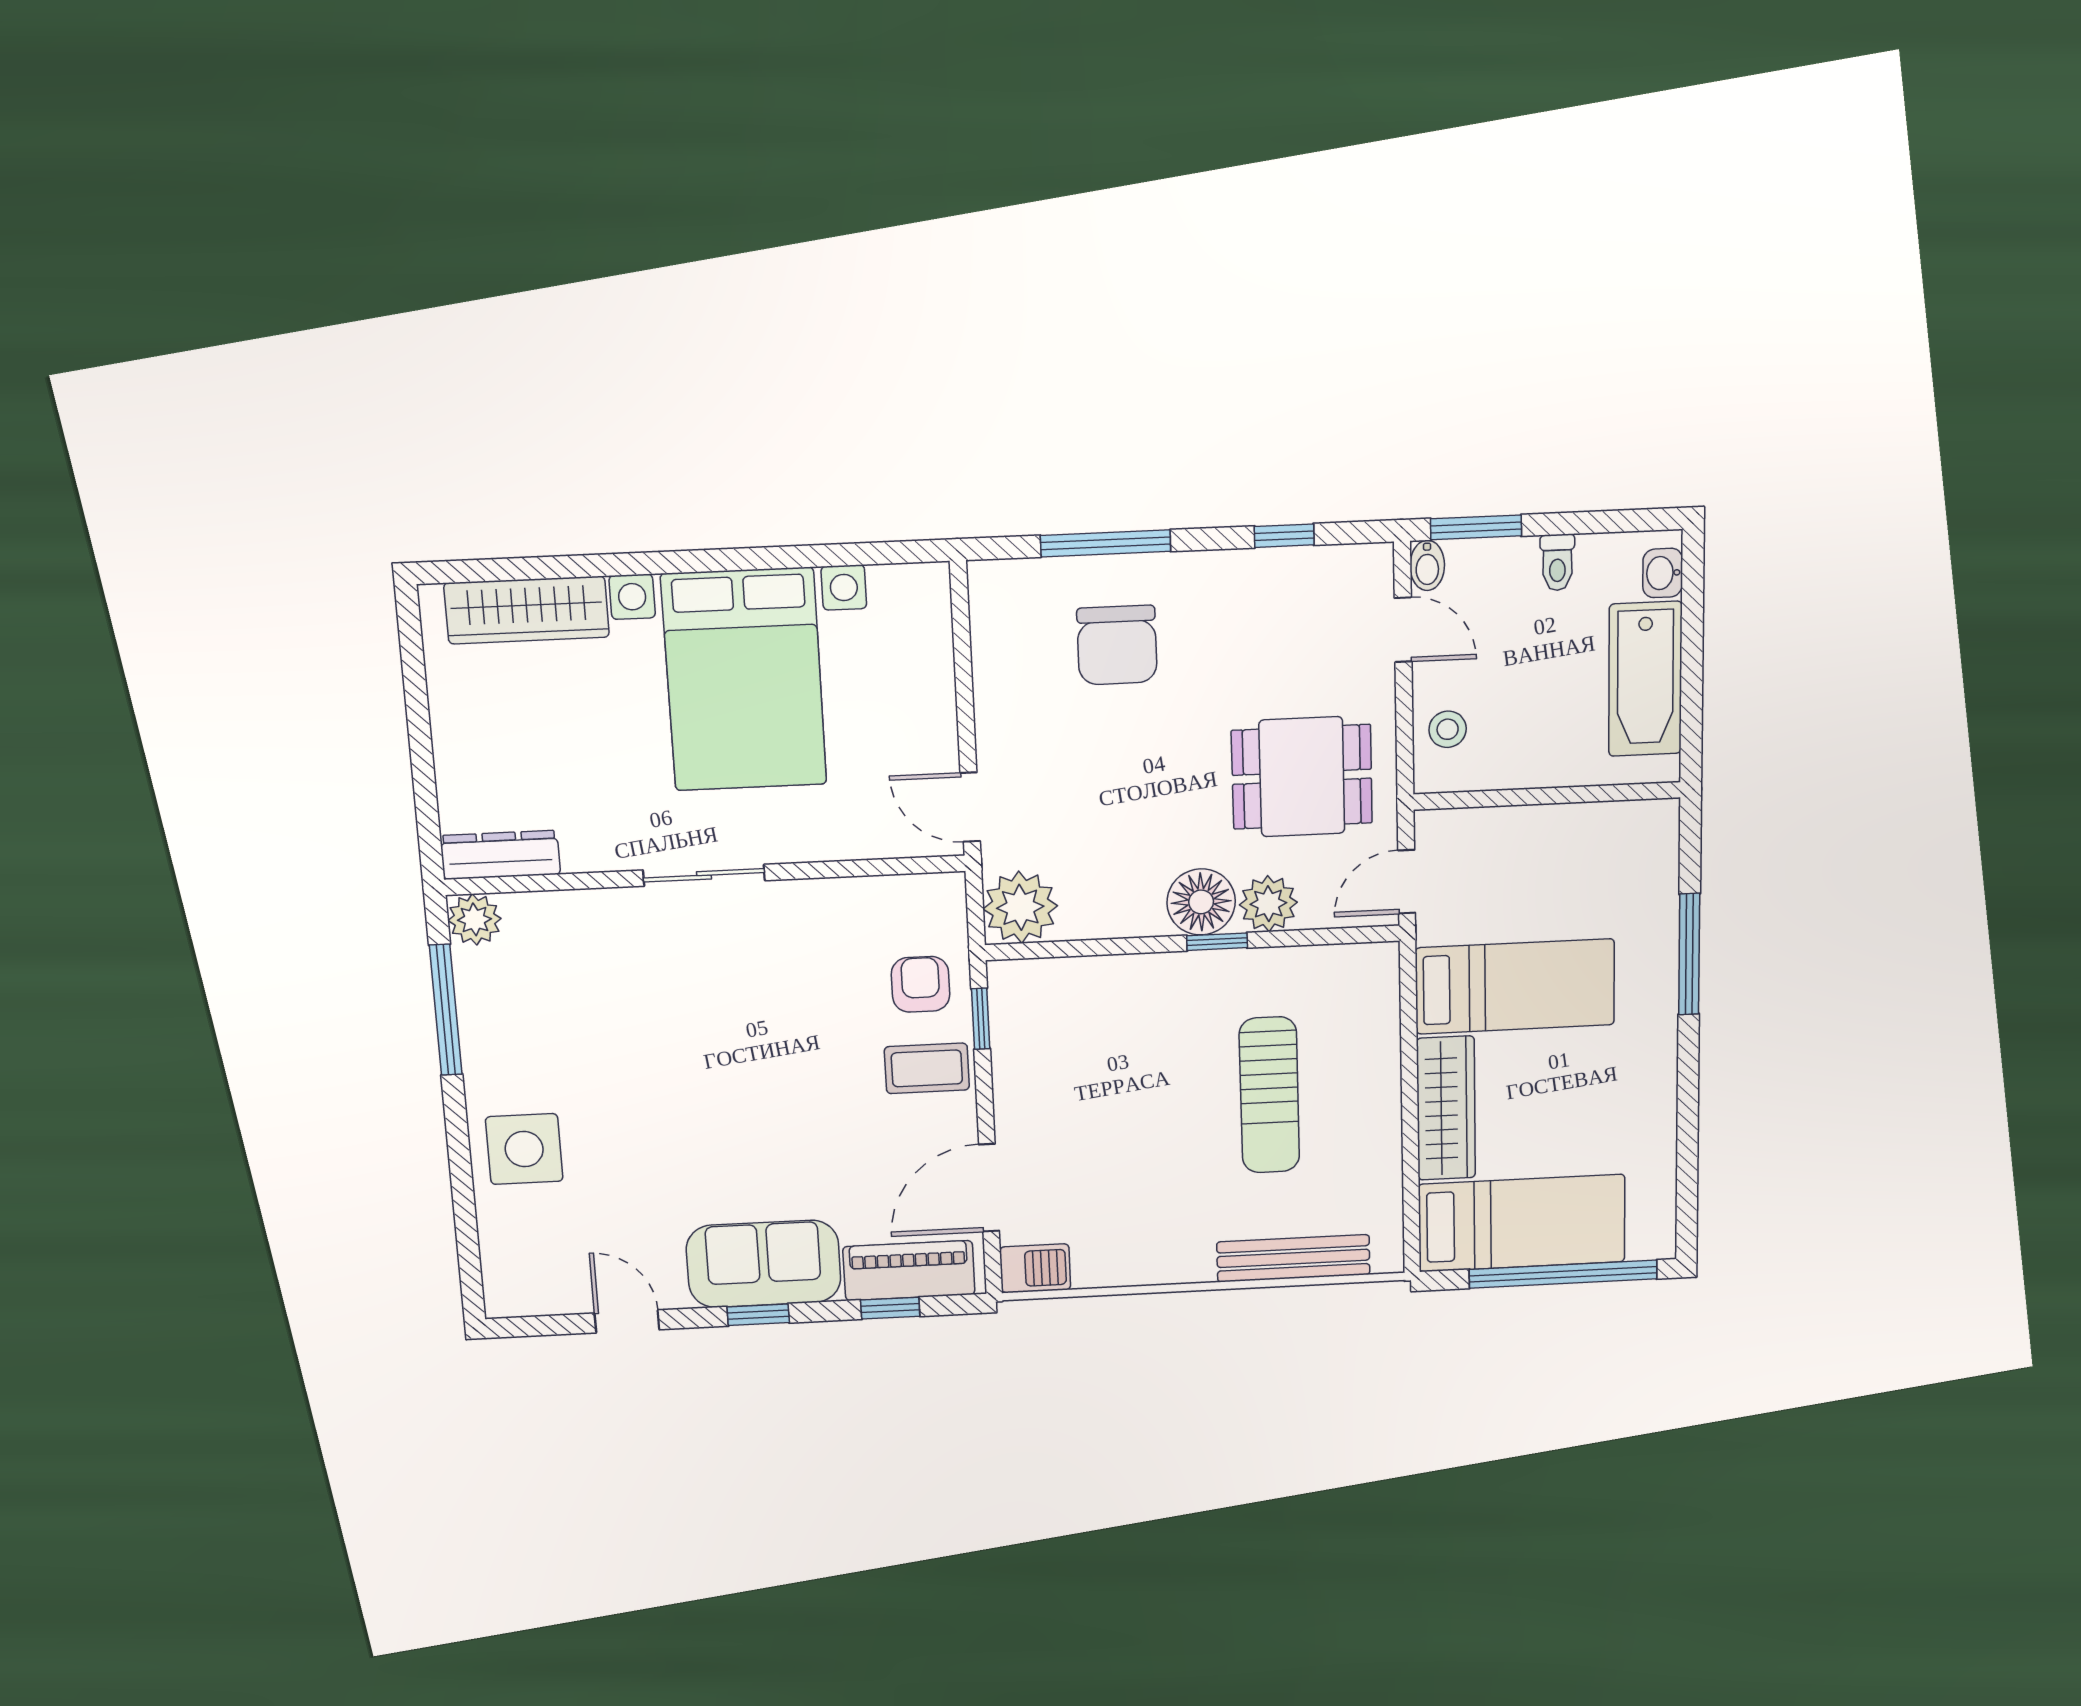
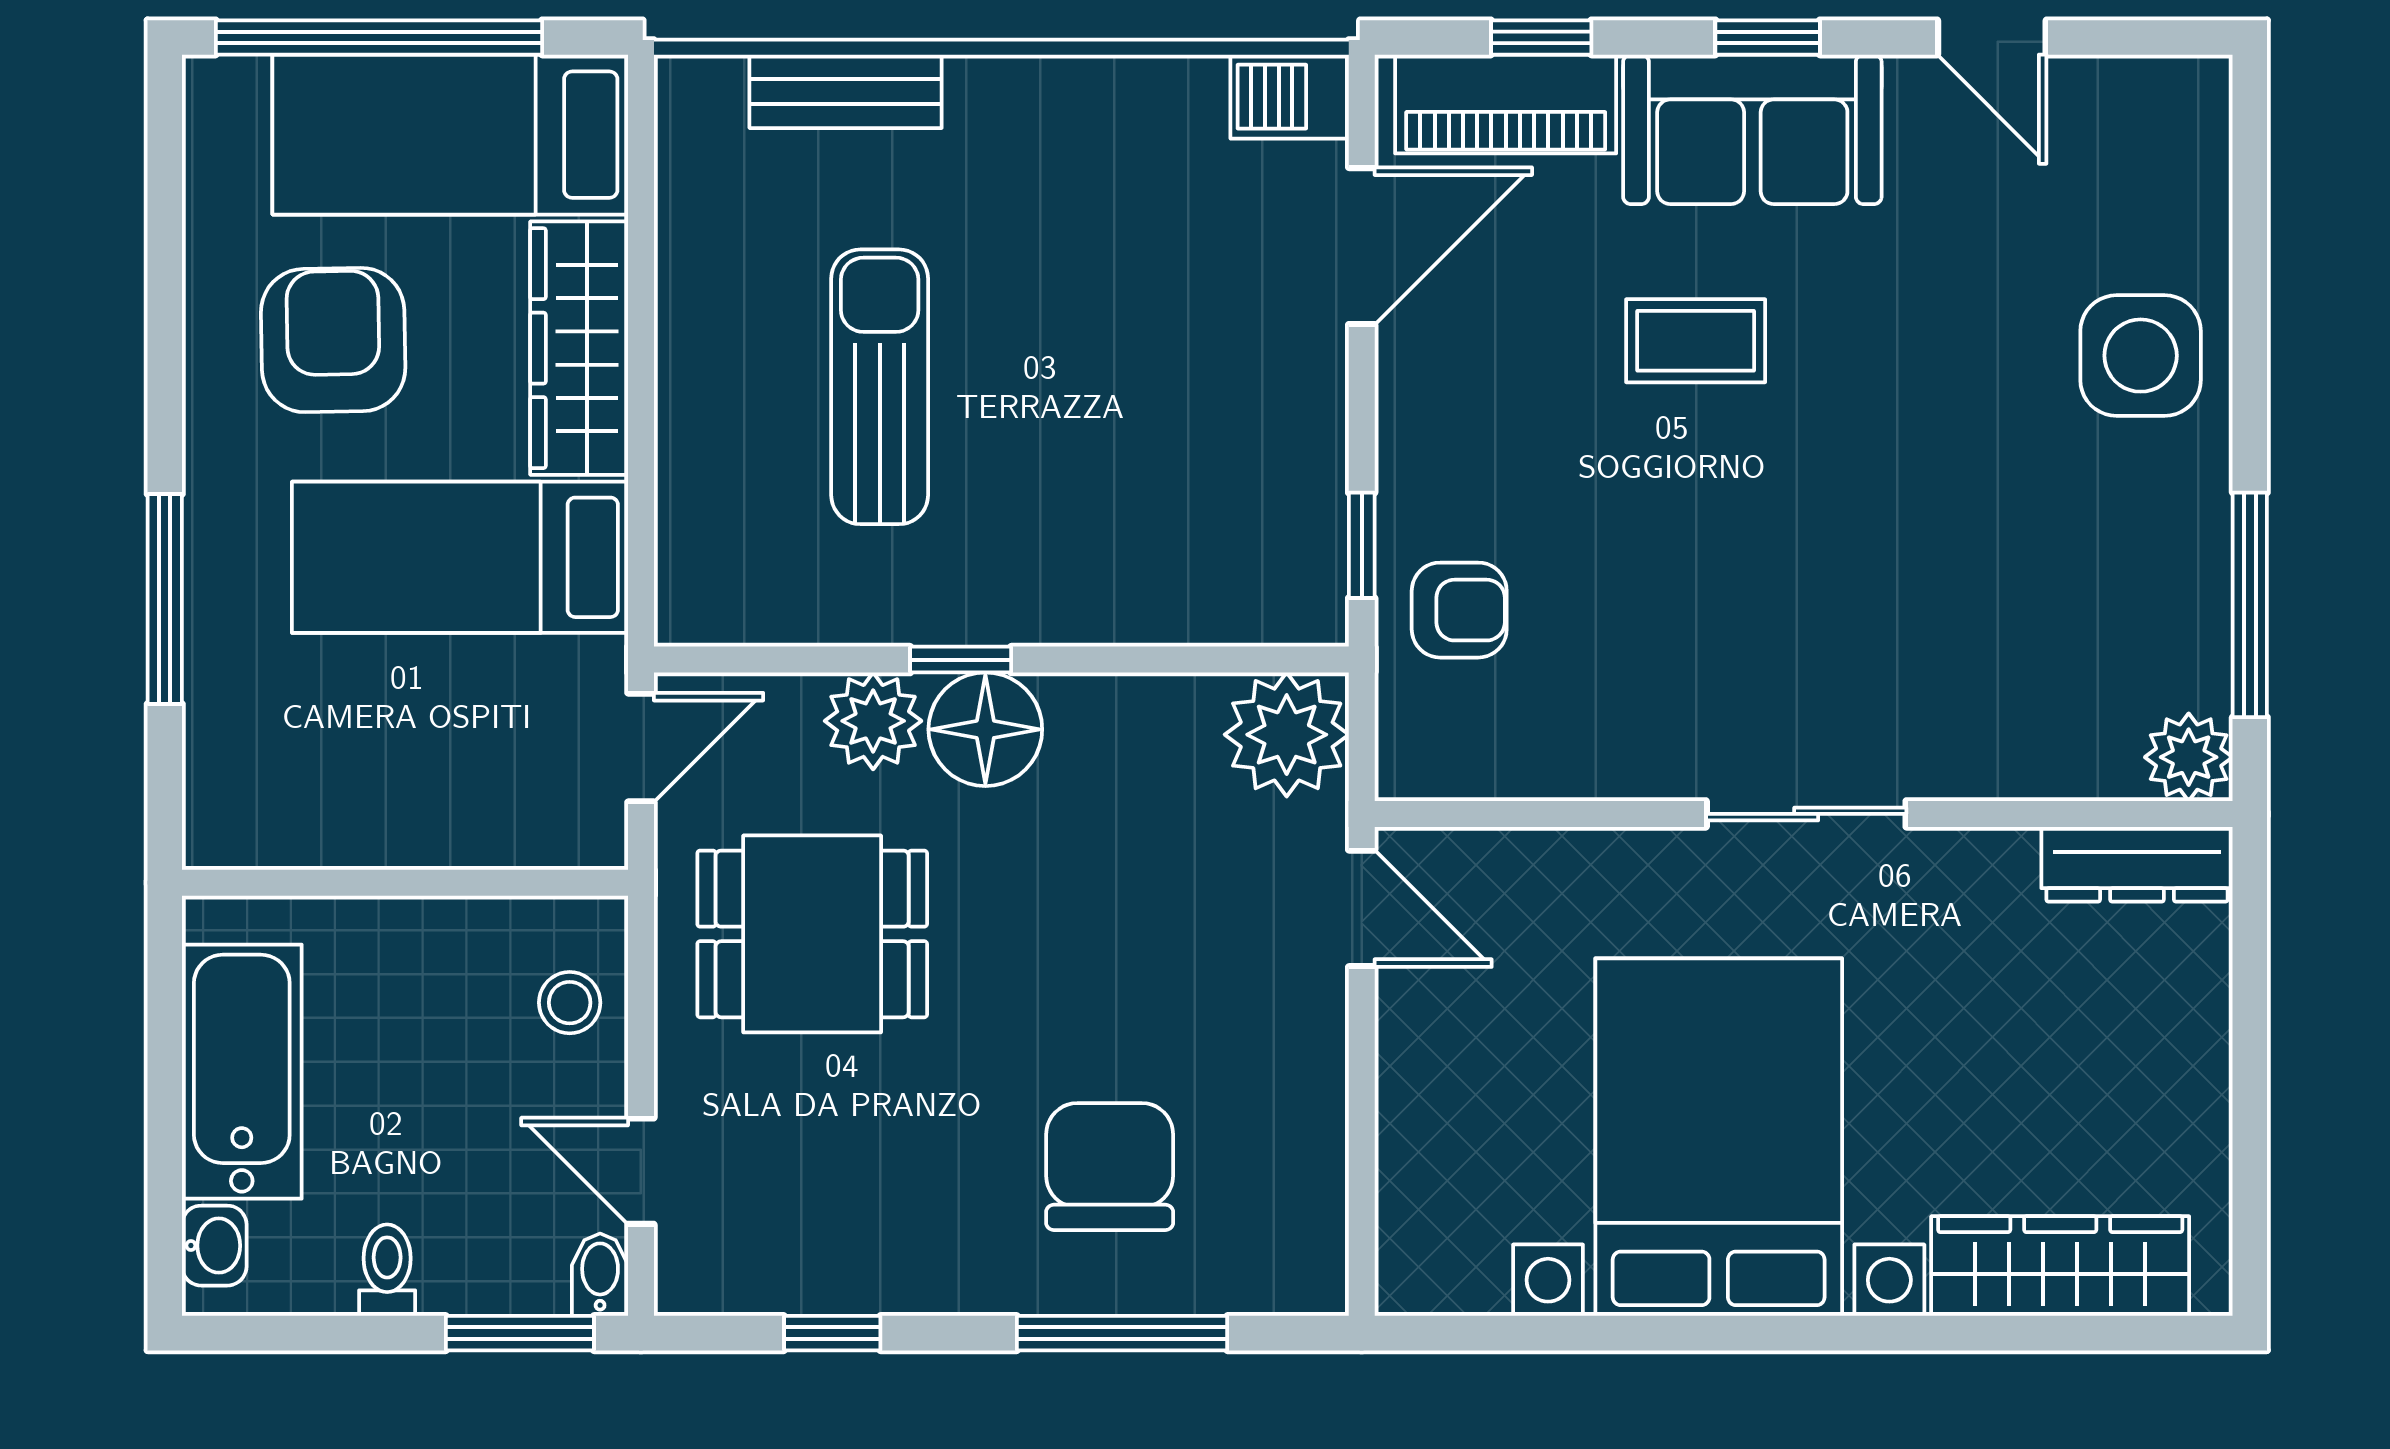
armchair: (921, 984) -> (1459, 610), turned -90
coffee table: (927, 1068) -> (1696, 341), moved
armchair: (1590, 1106) -> (333, 340), added
bench: (1293, 1258) -> (846, 91), width x0.73

